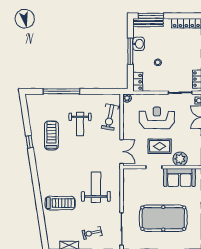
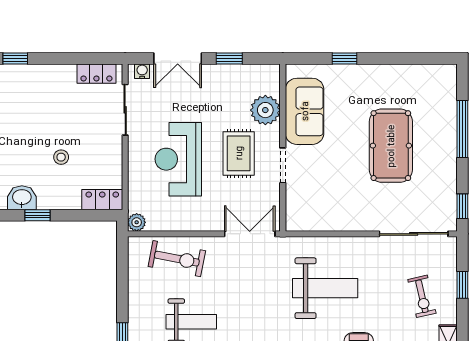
window: (130, 51) -> (37, 215), width x0.46
weight bench: (96, 187) -> (325, 288), turned 180
pool table: (163, 218) -> (391, 146), width x0.73, depth x0.76

